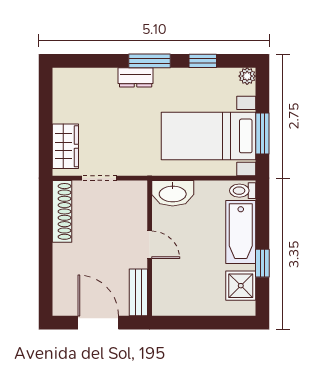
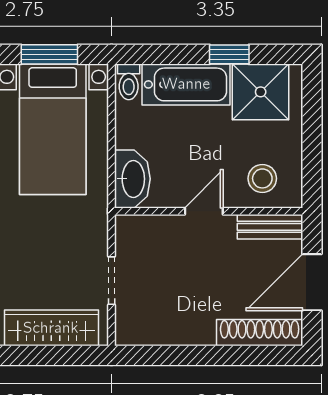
wardrobe: (65, 146) -> (51, 328), width x1.50
shoe rack: (62, 211) -> (260, 333), moved
shower: (241, 286) -> (261, 92), width x1.36, depth x1.36
stool: (173, 287) -> (262, 178), added

